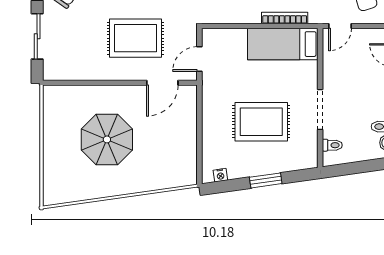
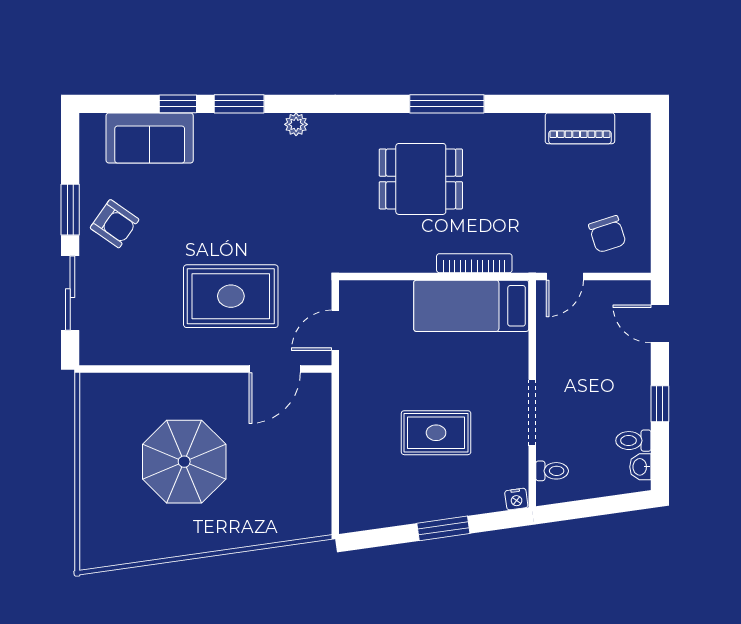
rug: (261, 122) -> (436, 433), width x0.73, depth x0.70
nightstand: (220, 175) -> (516, 499), moved

